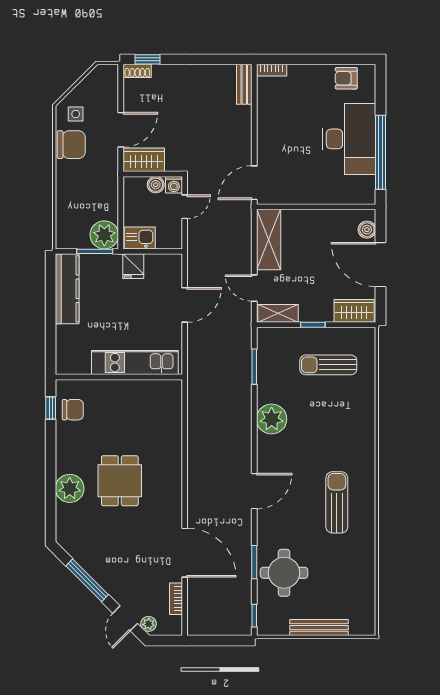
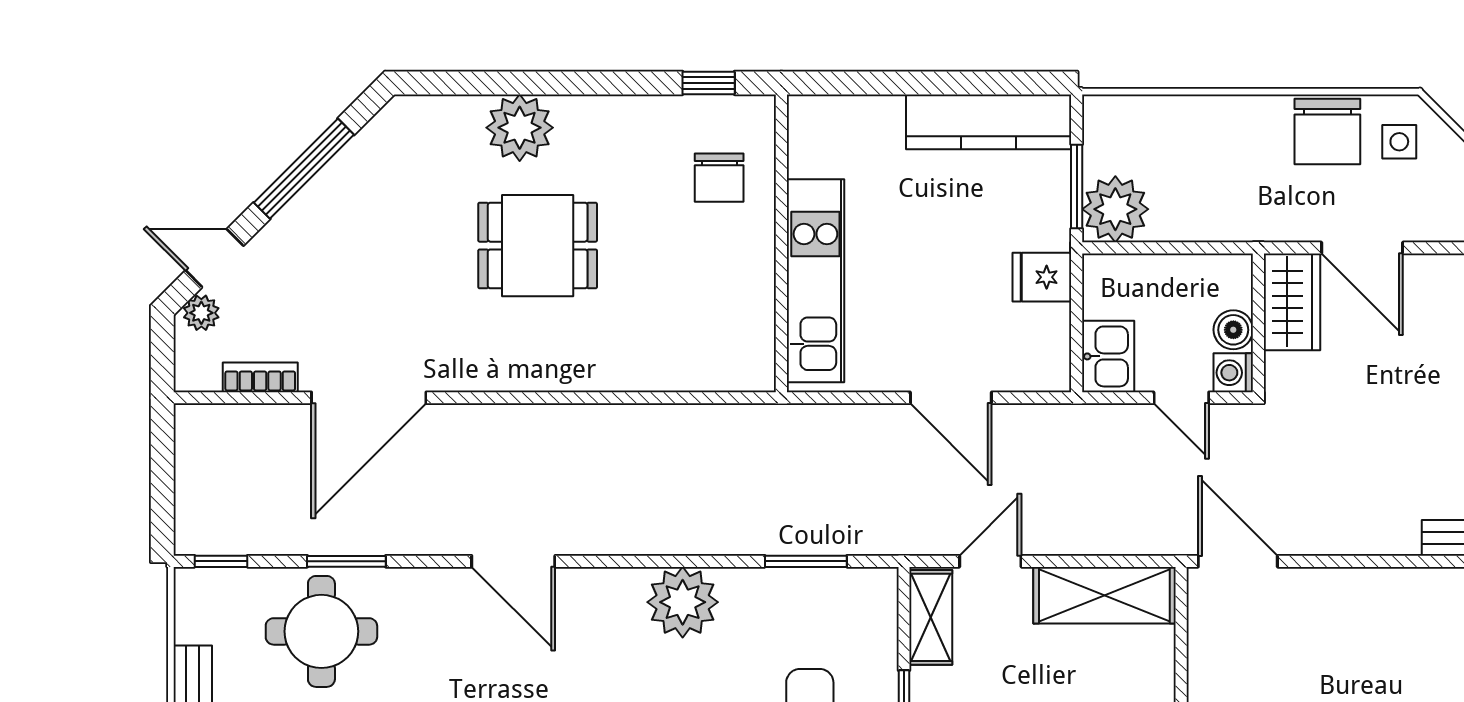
kitchen sink: (140, 238) -> (1108, 356), moved
chair: (73, 410) -> (719, 178), moved

